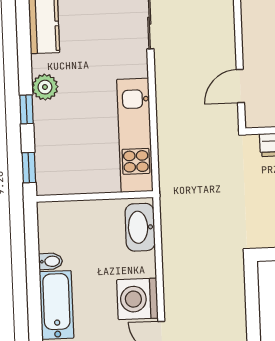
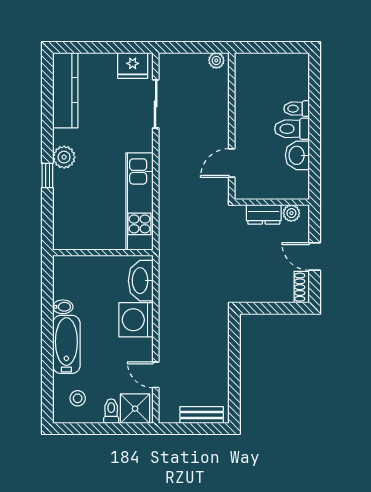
window: (29, 168) -> (47, 226), removed
washing machine: (137, 299) -> (136, 320), moved

